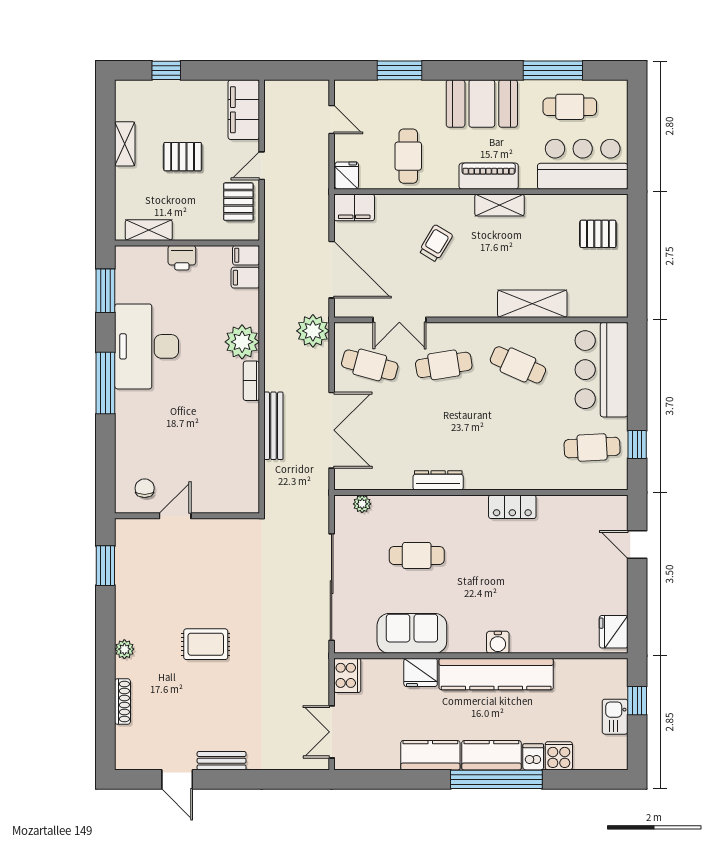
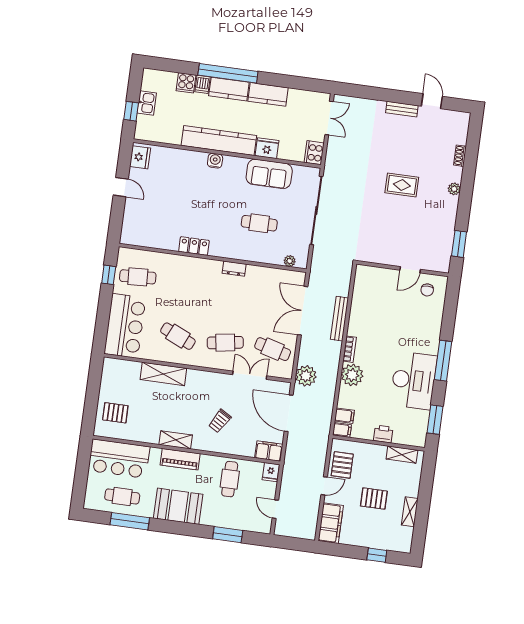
dresser: (438, 480) -> (234, 269), width x0.70
door: (637, 545) -> (121, 187), moved
shoe rack: (122, 701) -> (460, 156), width x0.70

